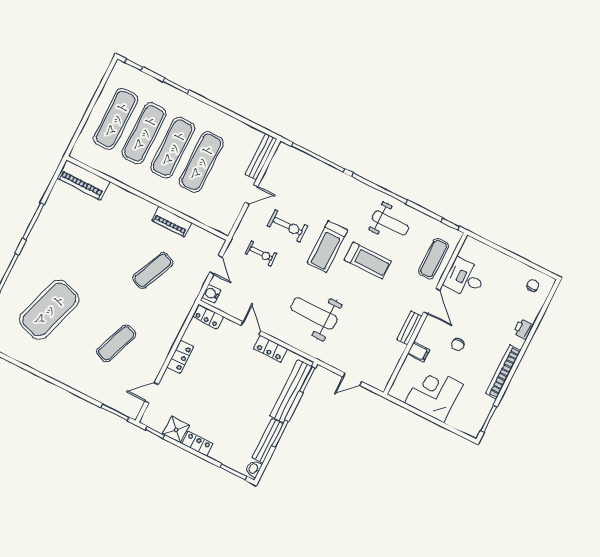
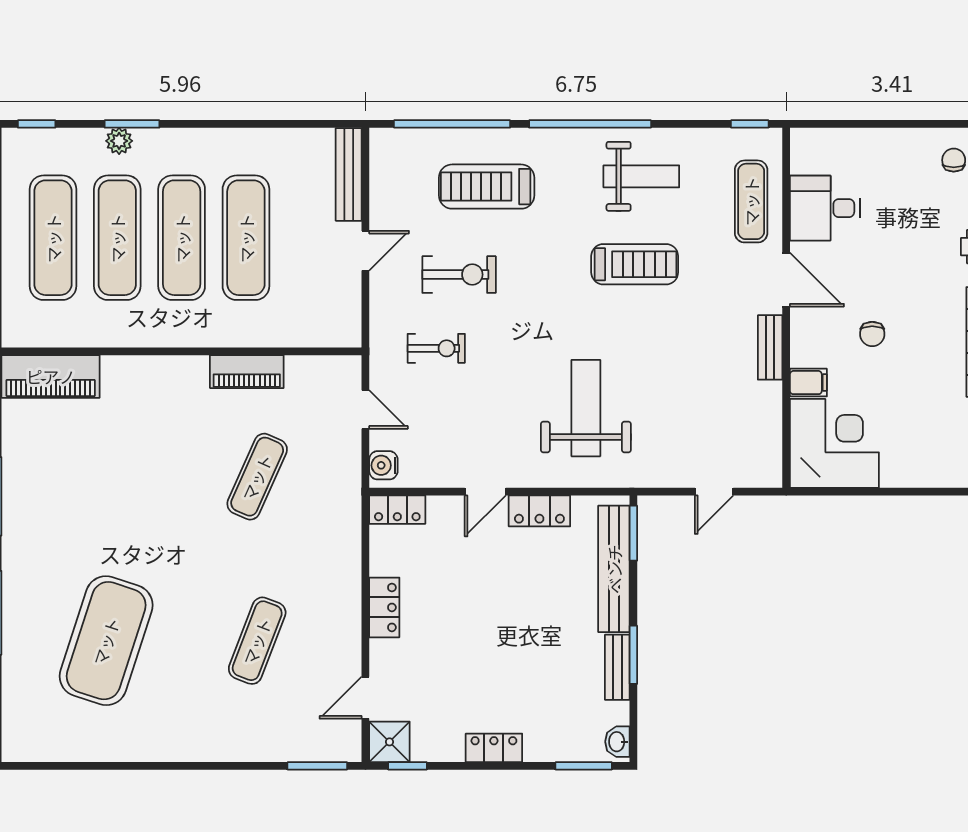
plant: (167, 91) -> (119, 141), added
treadmill: (327, 246) -> (487, 187), moved, turned 90
weight bench: (314, 313) -> (586, 408), turned 90
door: (251, 328) -> (485, 492), swing flipped
corner desk: (434, 393) -> (834, 443), moved, turned 90
shower: (176, 430) -> (389, 742), moved
bench: (268, 441) -> (617, 667), width x0.73

